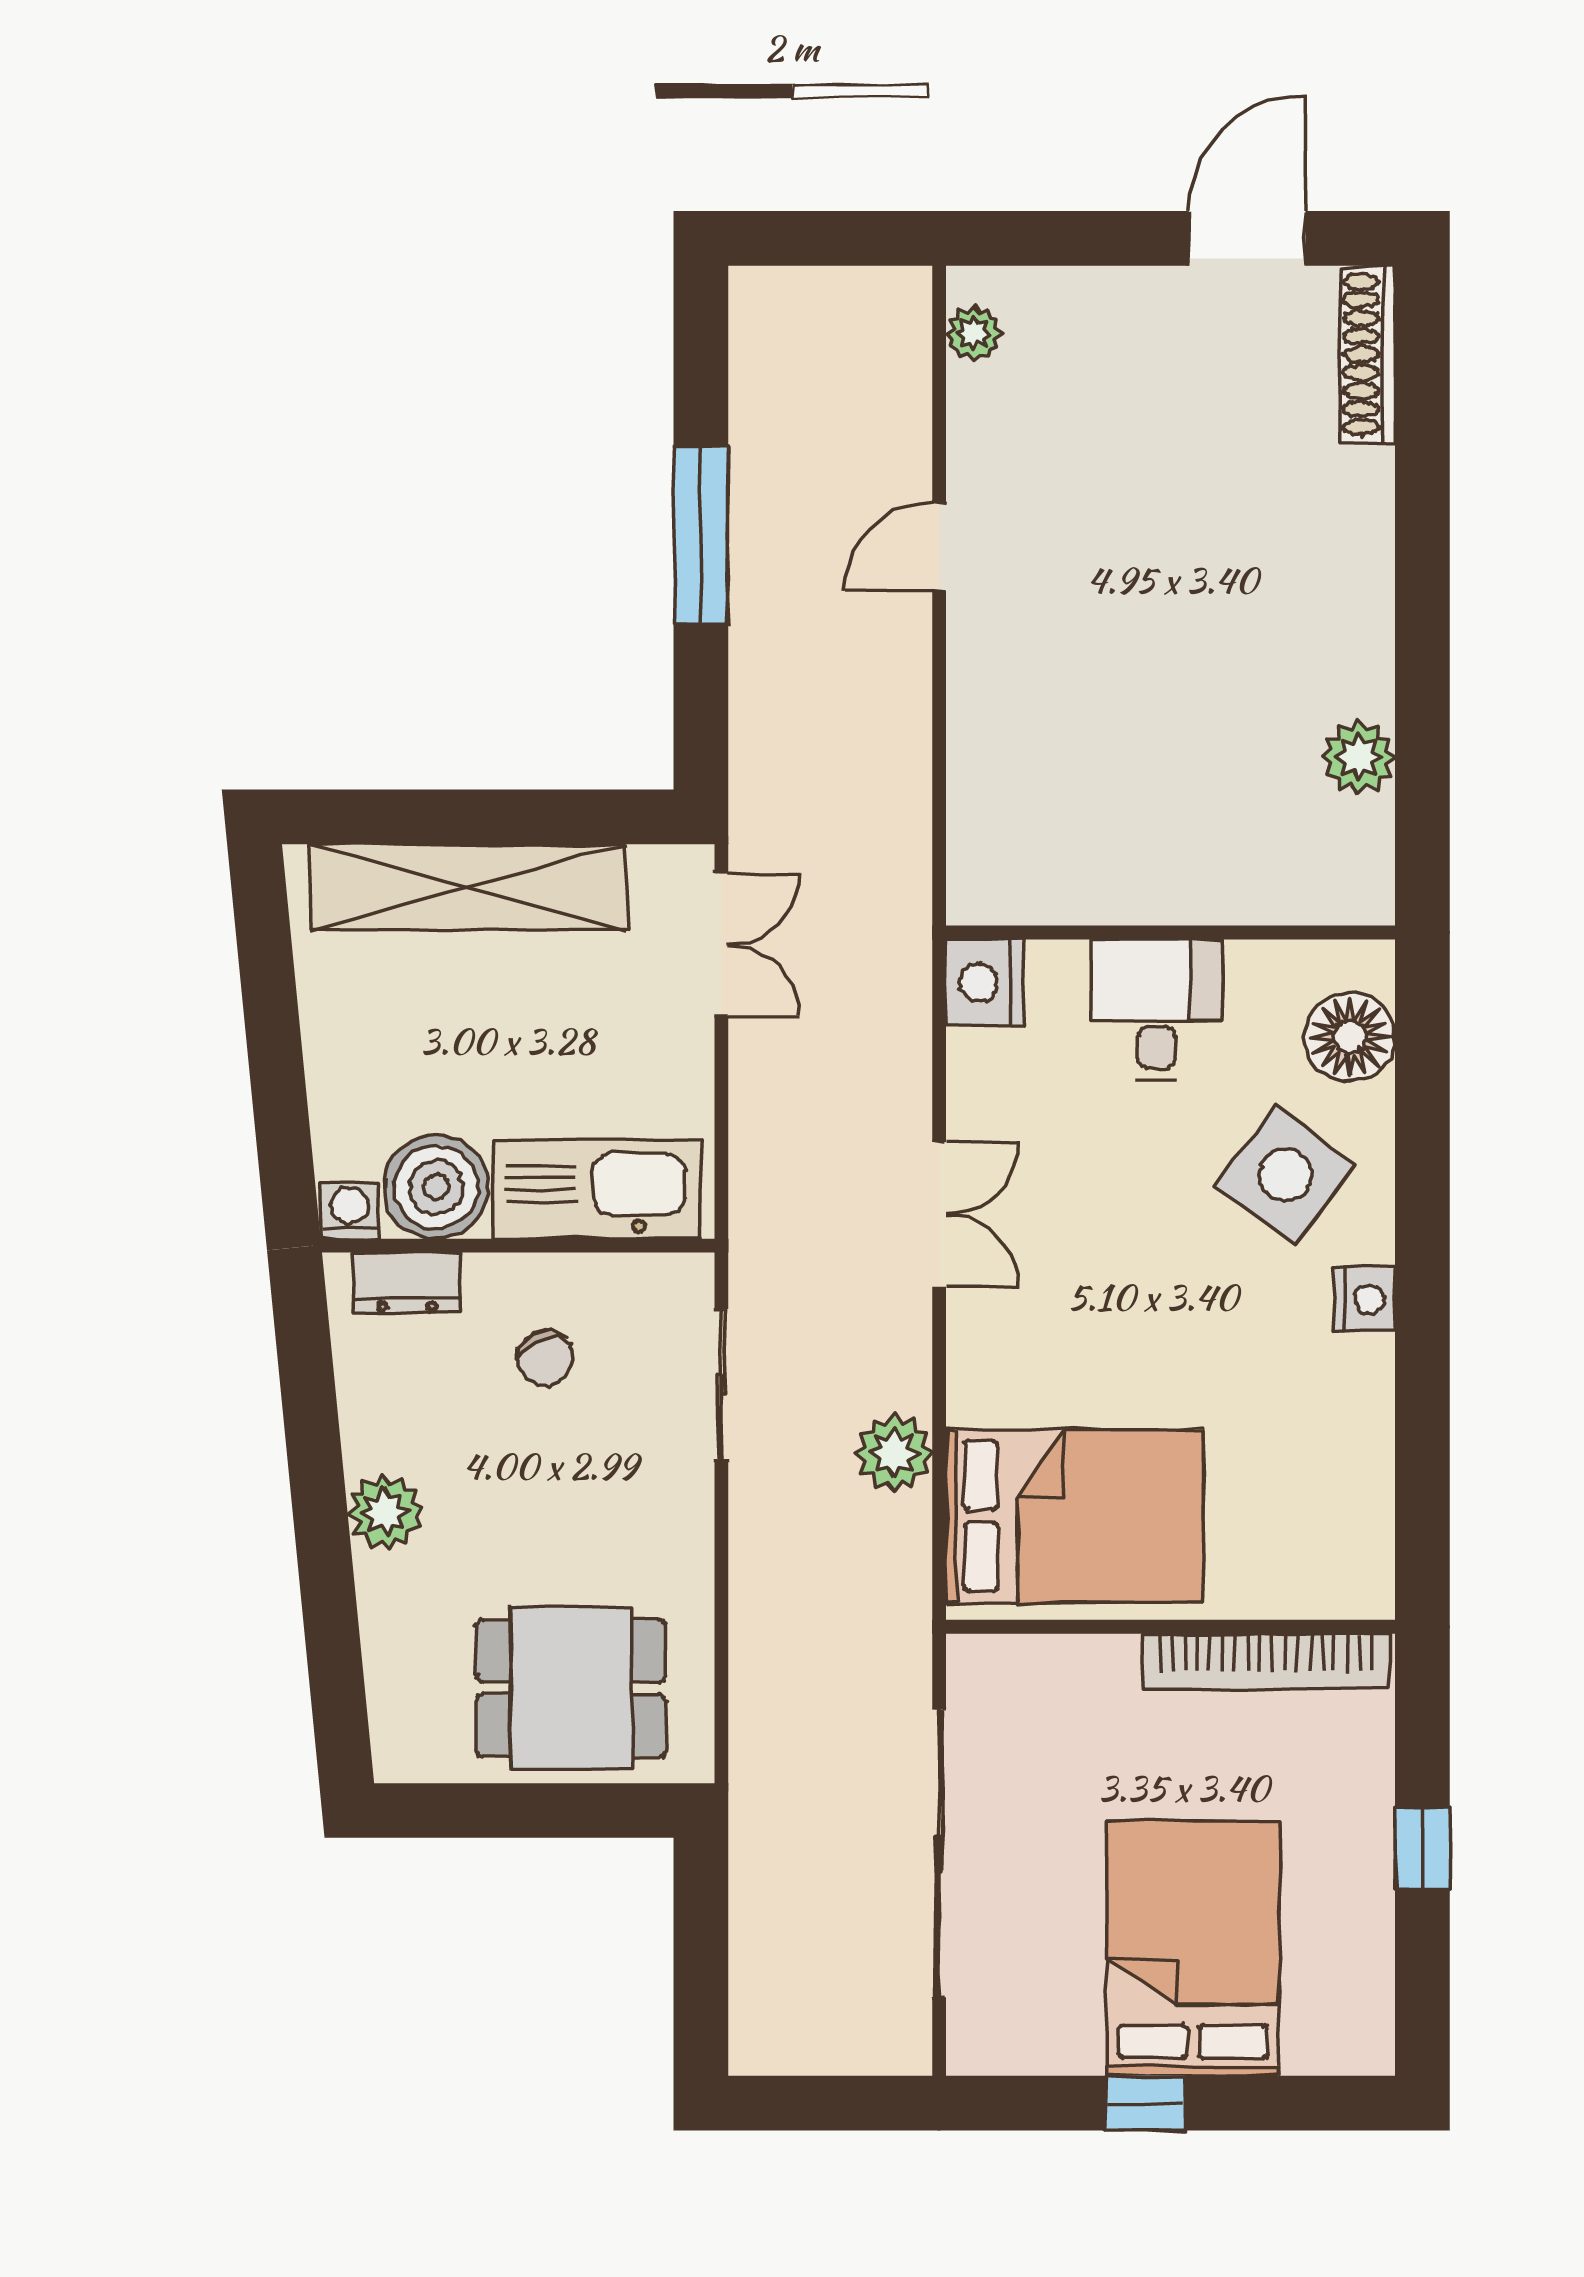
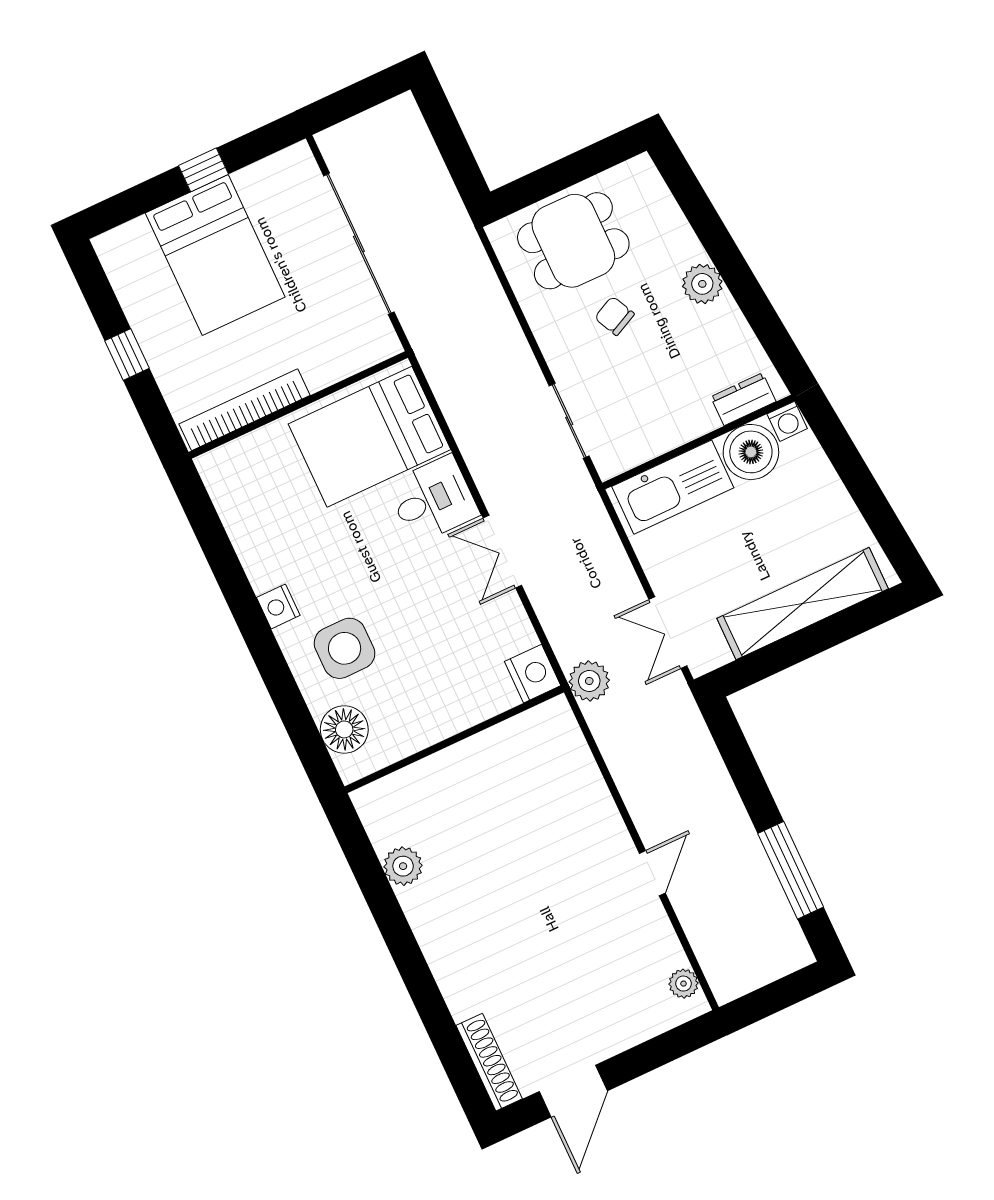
window: (701, 536) -> (791, 870), moved
desk: (1156, 1010) -> (433, 499), moved, turned -90
side table: (1285, 1175) -> (345, 648), turned -37
chair: (545, 1358) -> (614, 316), moved
plant: (894, 1453) -> (589, 681), moved

